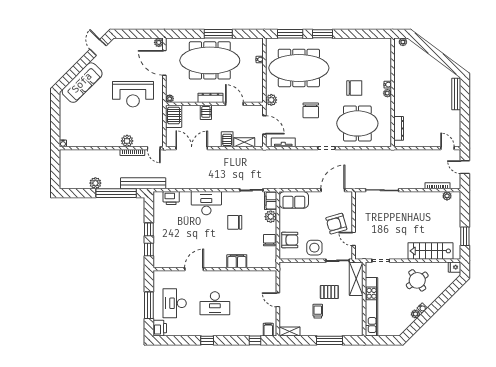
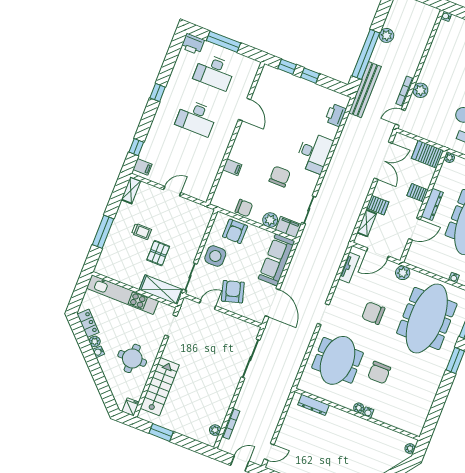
sofa: (294, 200) -> (276, 260), width x1.36
filing cabinet: (237, 261) -> (232, 167), width x0.50
round table: (417, 280) -> (132, 358), turned 34
desk: (175, 303) -> (214, 72), turned 180
desk: (215, 303) -> (196, 118), turned -90
locker: (404, 324) -> (88, 323), added

